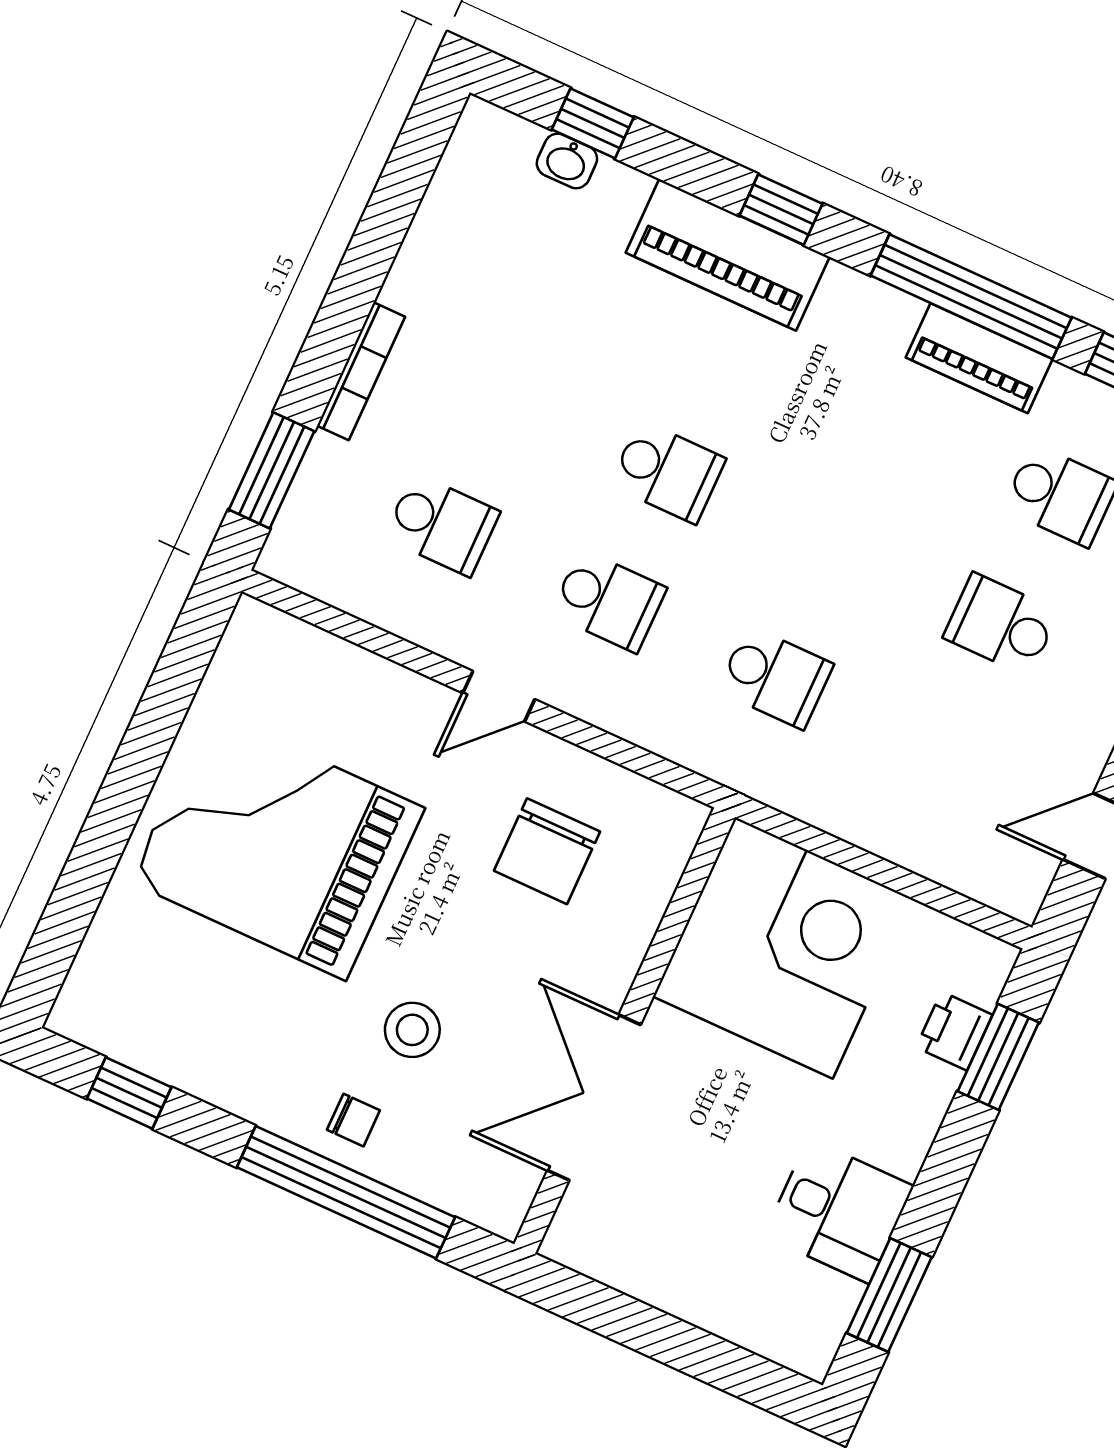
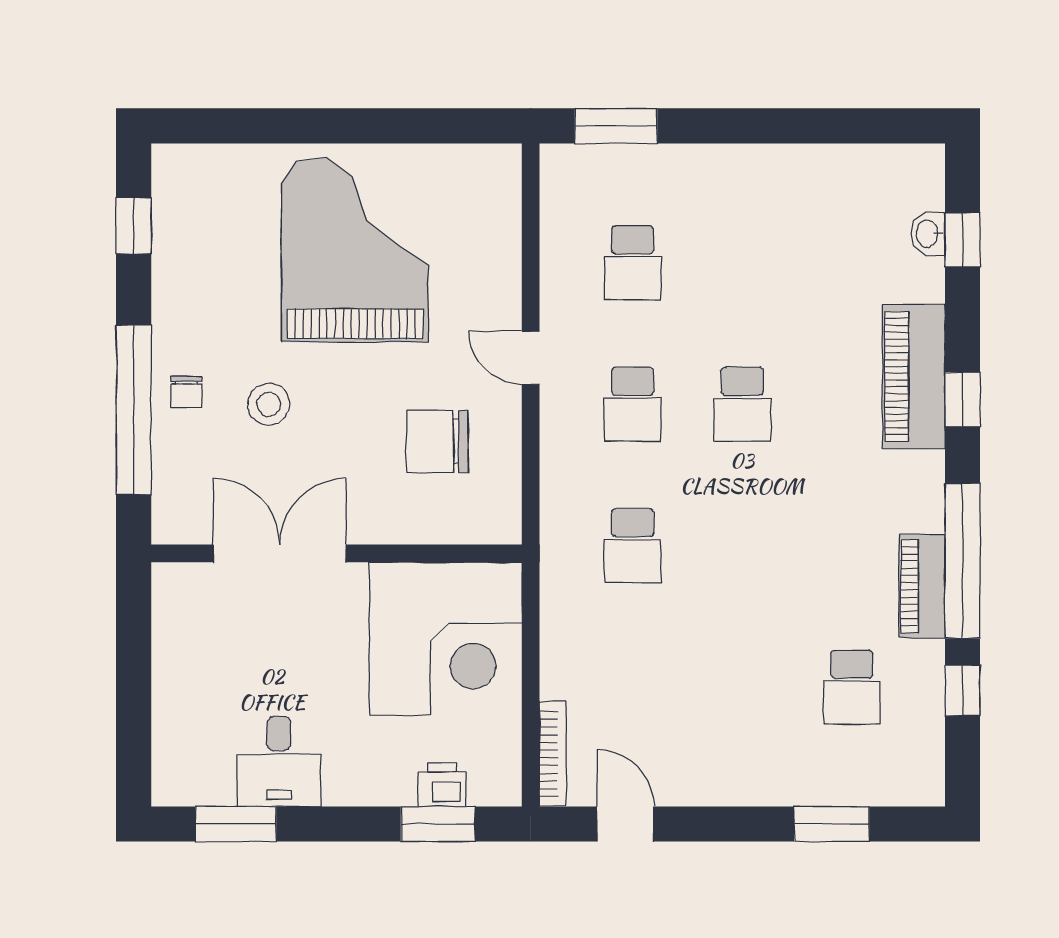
bookcase: (361, 371) -> (553, 754), moved, turned -90
school desk: (1001, 624) -> (742, 687), removed

